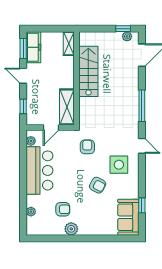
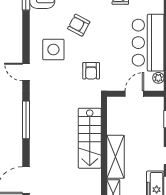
stairs: (88, 71) -> (90, 138), moved
shelving: (67, 107) -> (115, 157), moved

